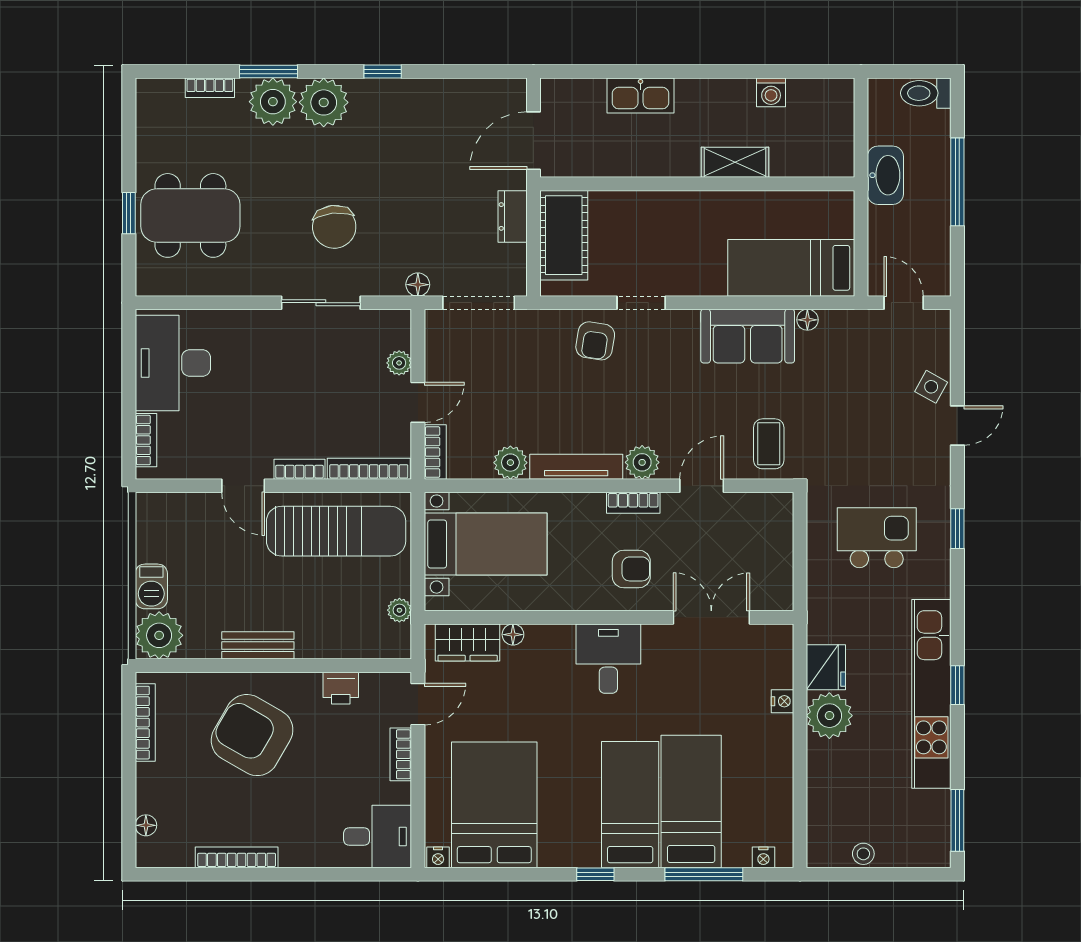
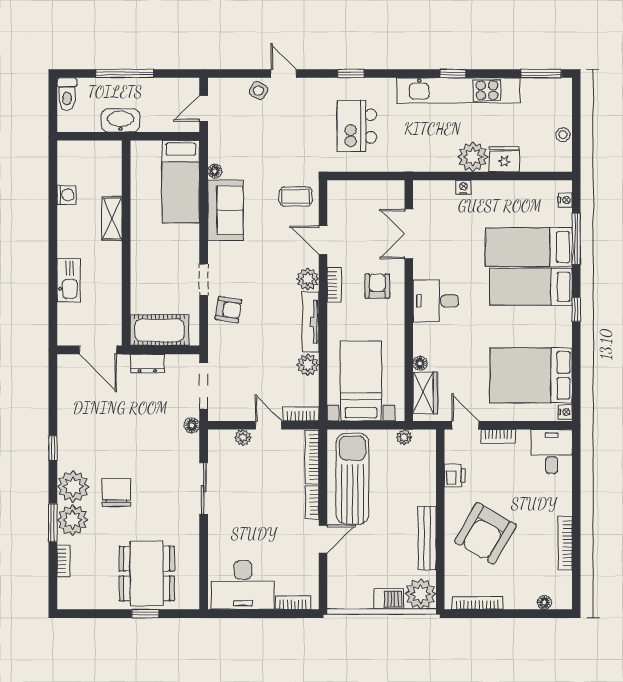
chair: (334, 227) -> (116, 493), moved, turned -84
bench: (258, 645) -> (427, 538), width x1.36
fridge: (826, 667) -> (504, 159), moved

